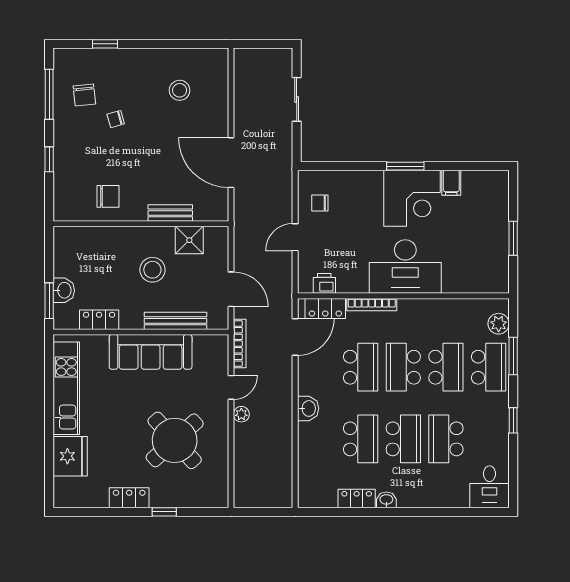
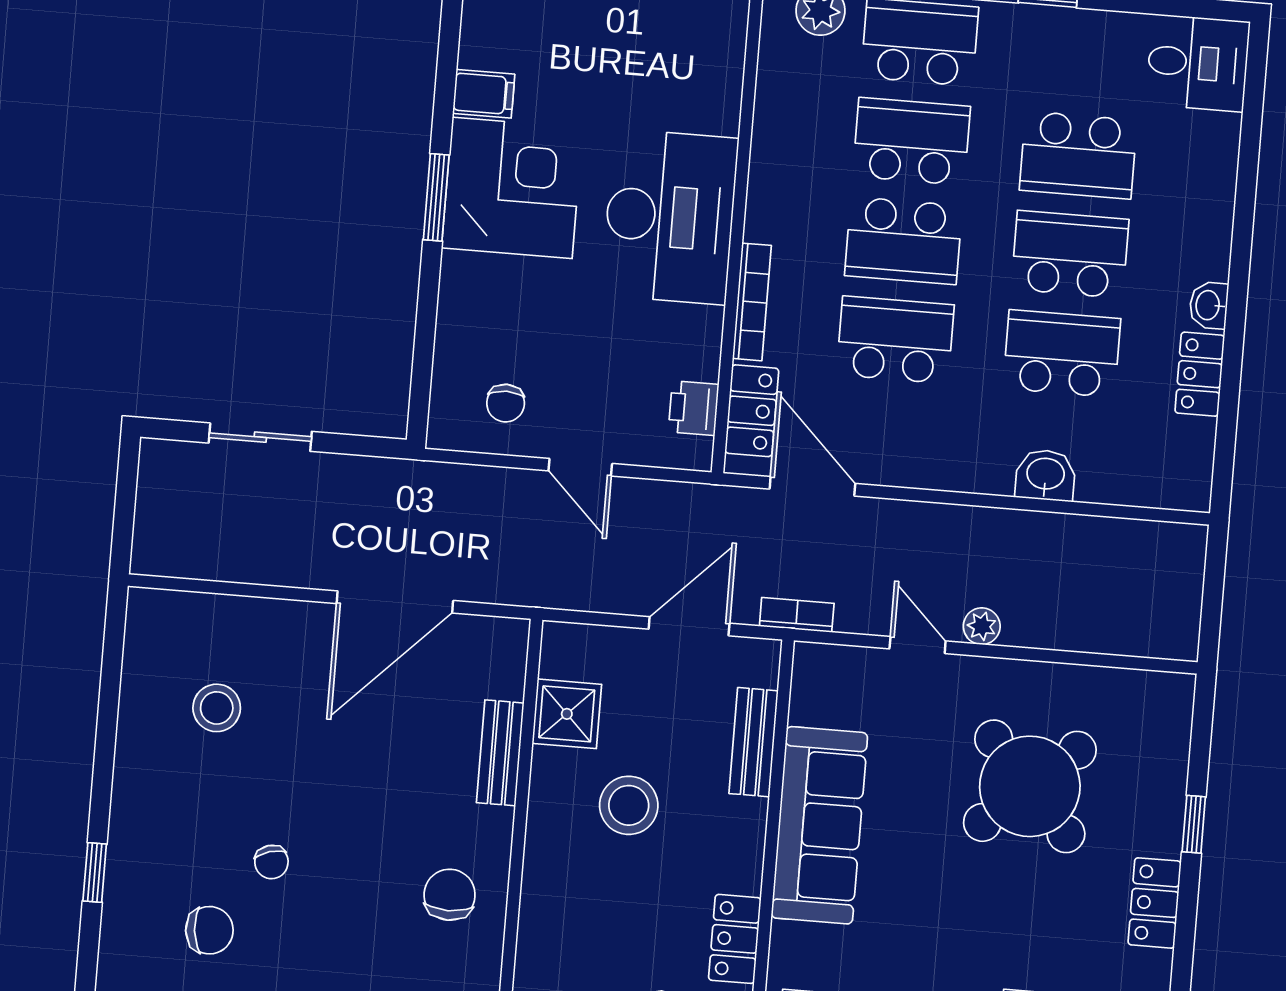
bench: (175, 321) -> (754, 742), width x0.73
bookcase: (240, 344) -> (797, 615), width x0.64
washbasin: (308, 408) -> (1045, 475), moved

